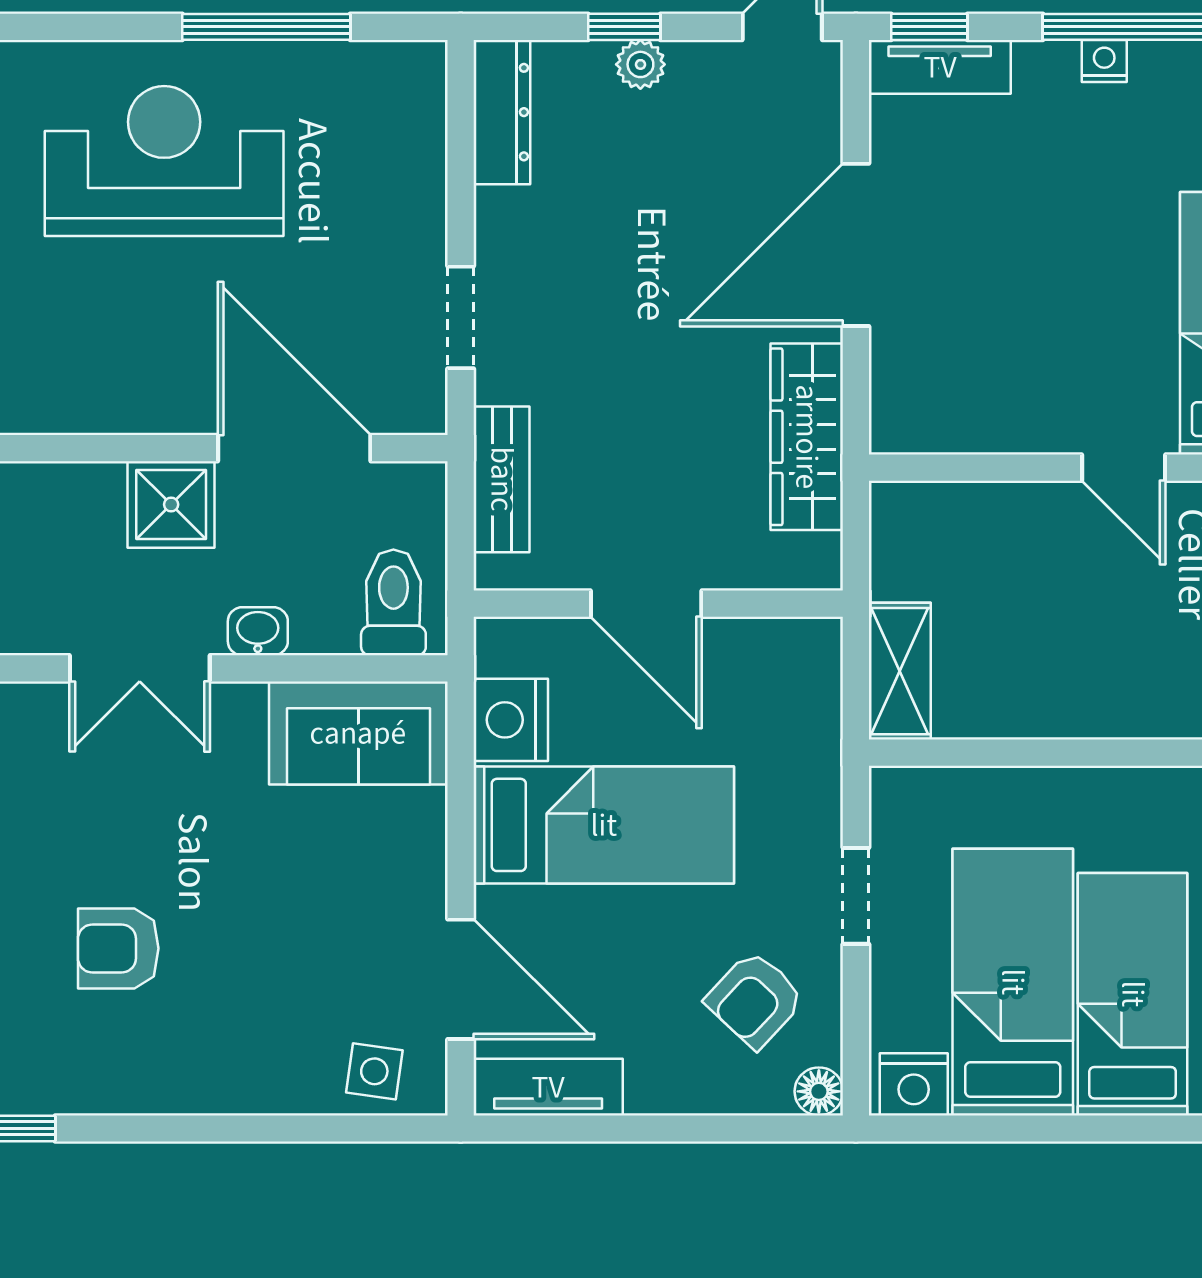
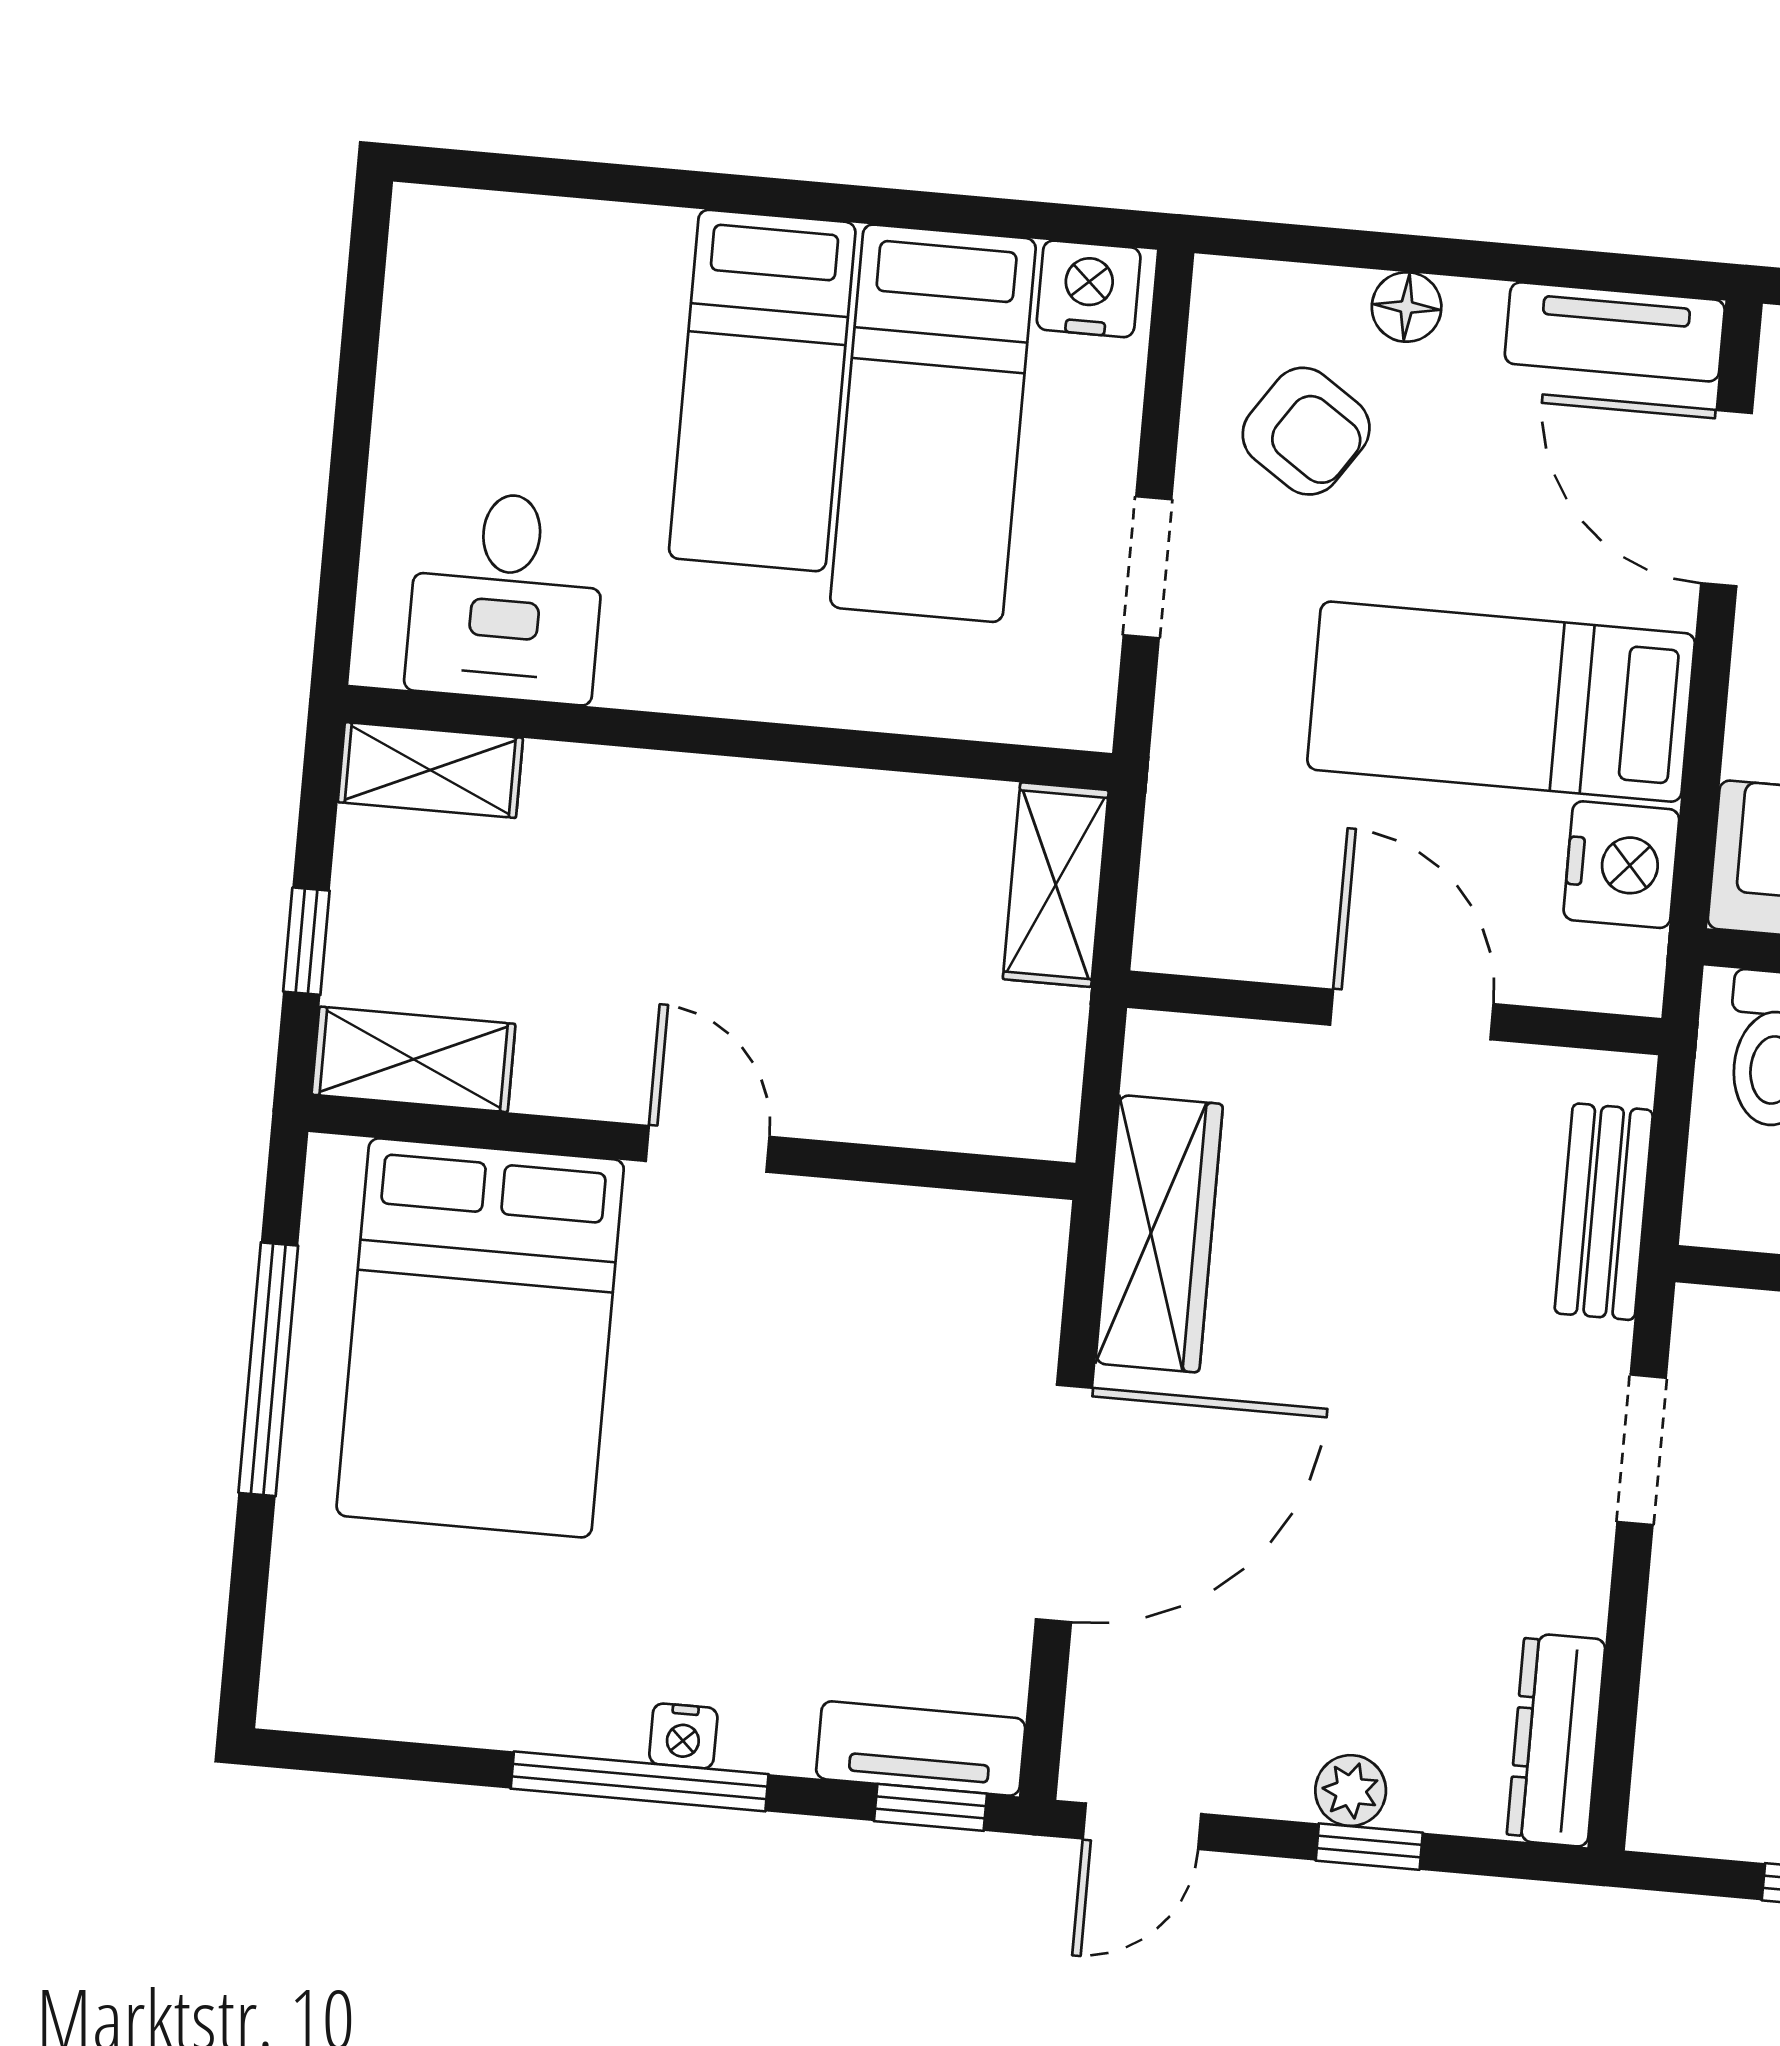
armchair: (755, 1000) -> (1306, 431), turned 81
floor lamp: (819, 1091) -> (1407, 307), moved

